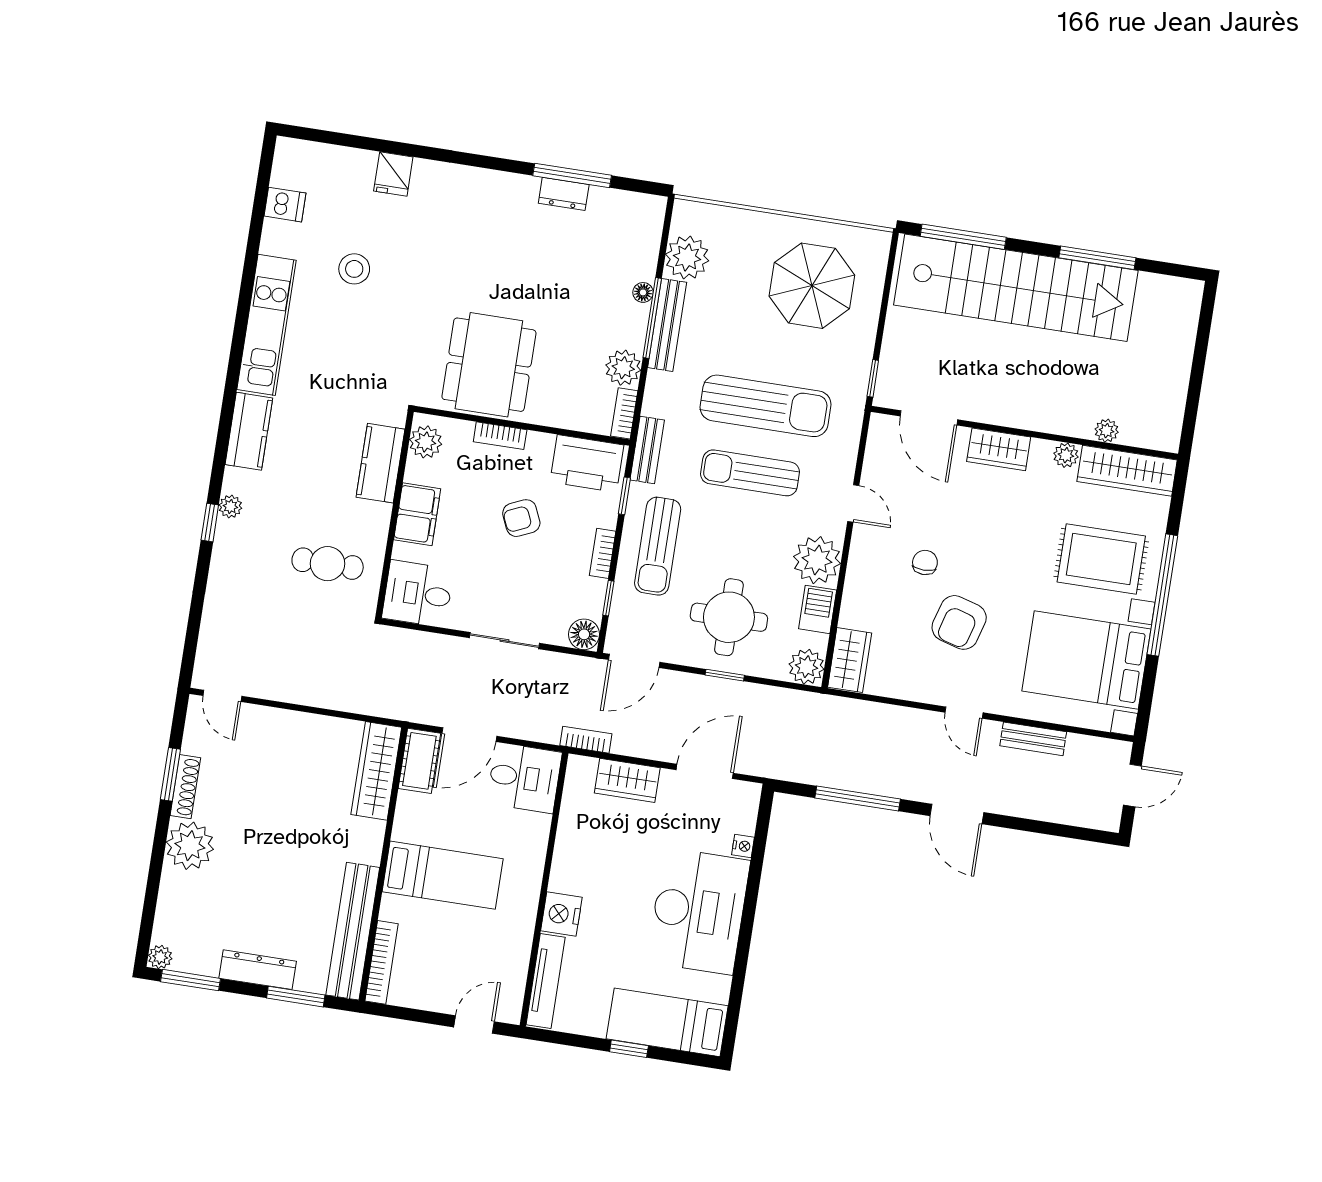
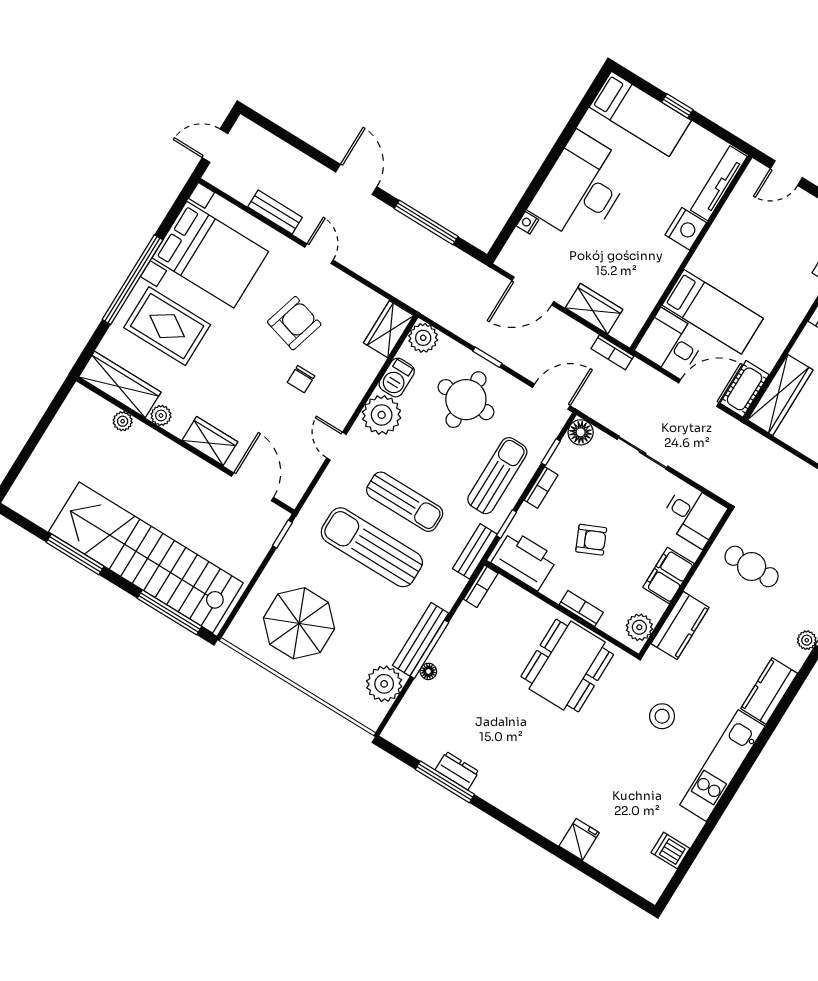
stool: (354, 269) -> (662, 716), moved
plant: (623, 368) -> (467, 621), removed
bed: (443, 875) -> (713, 312), moved, turned 180

